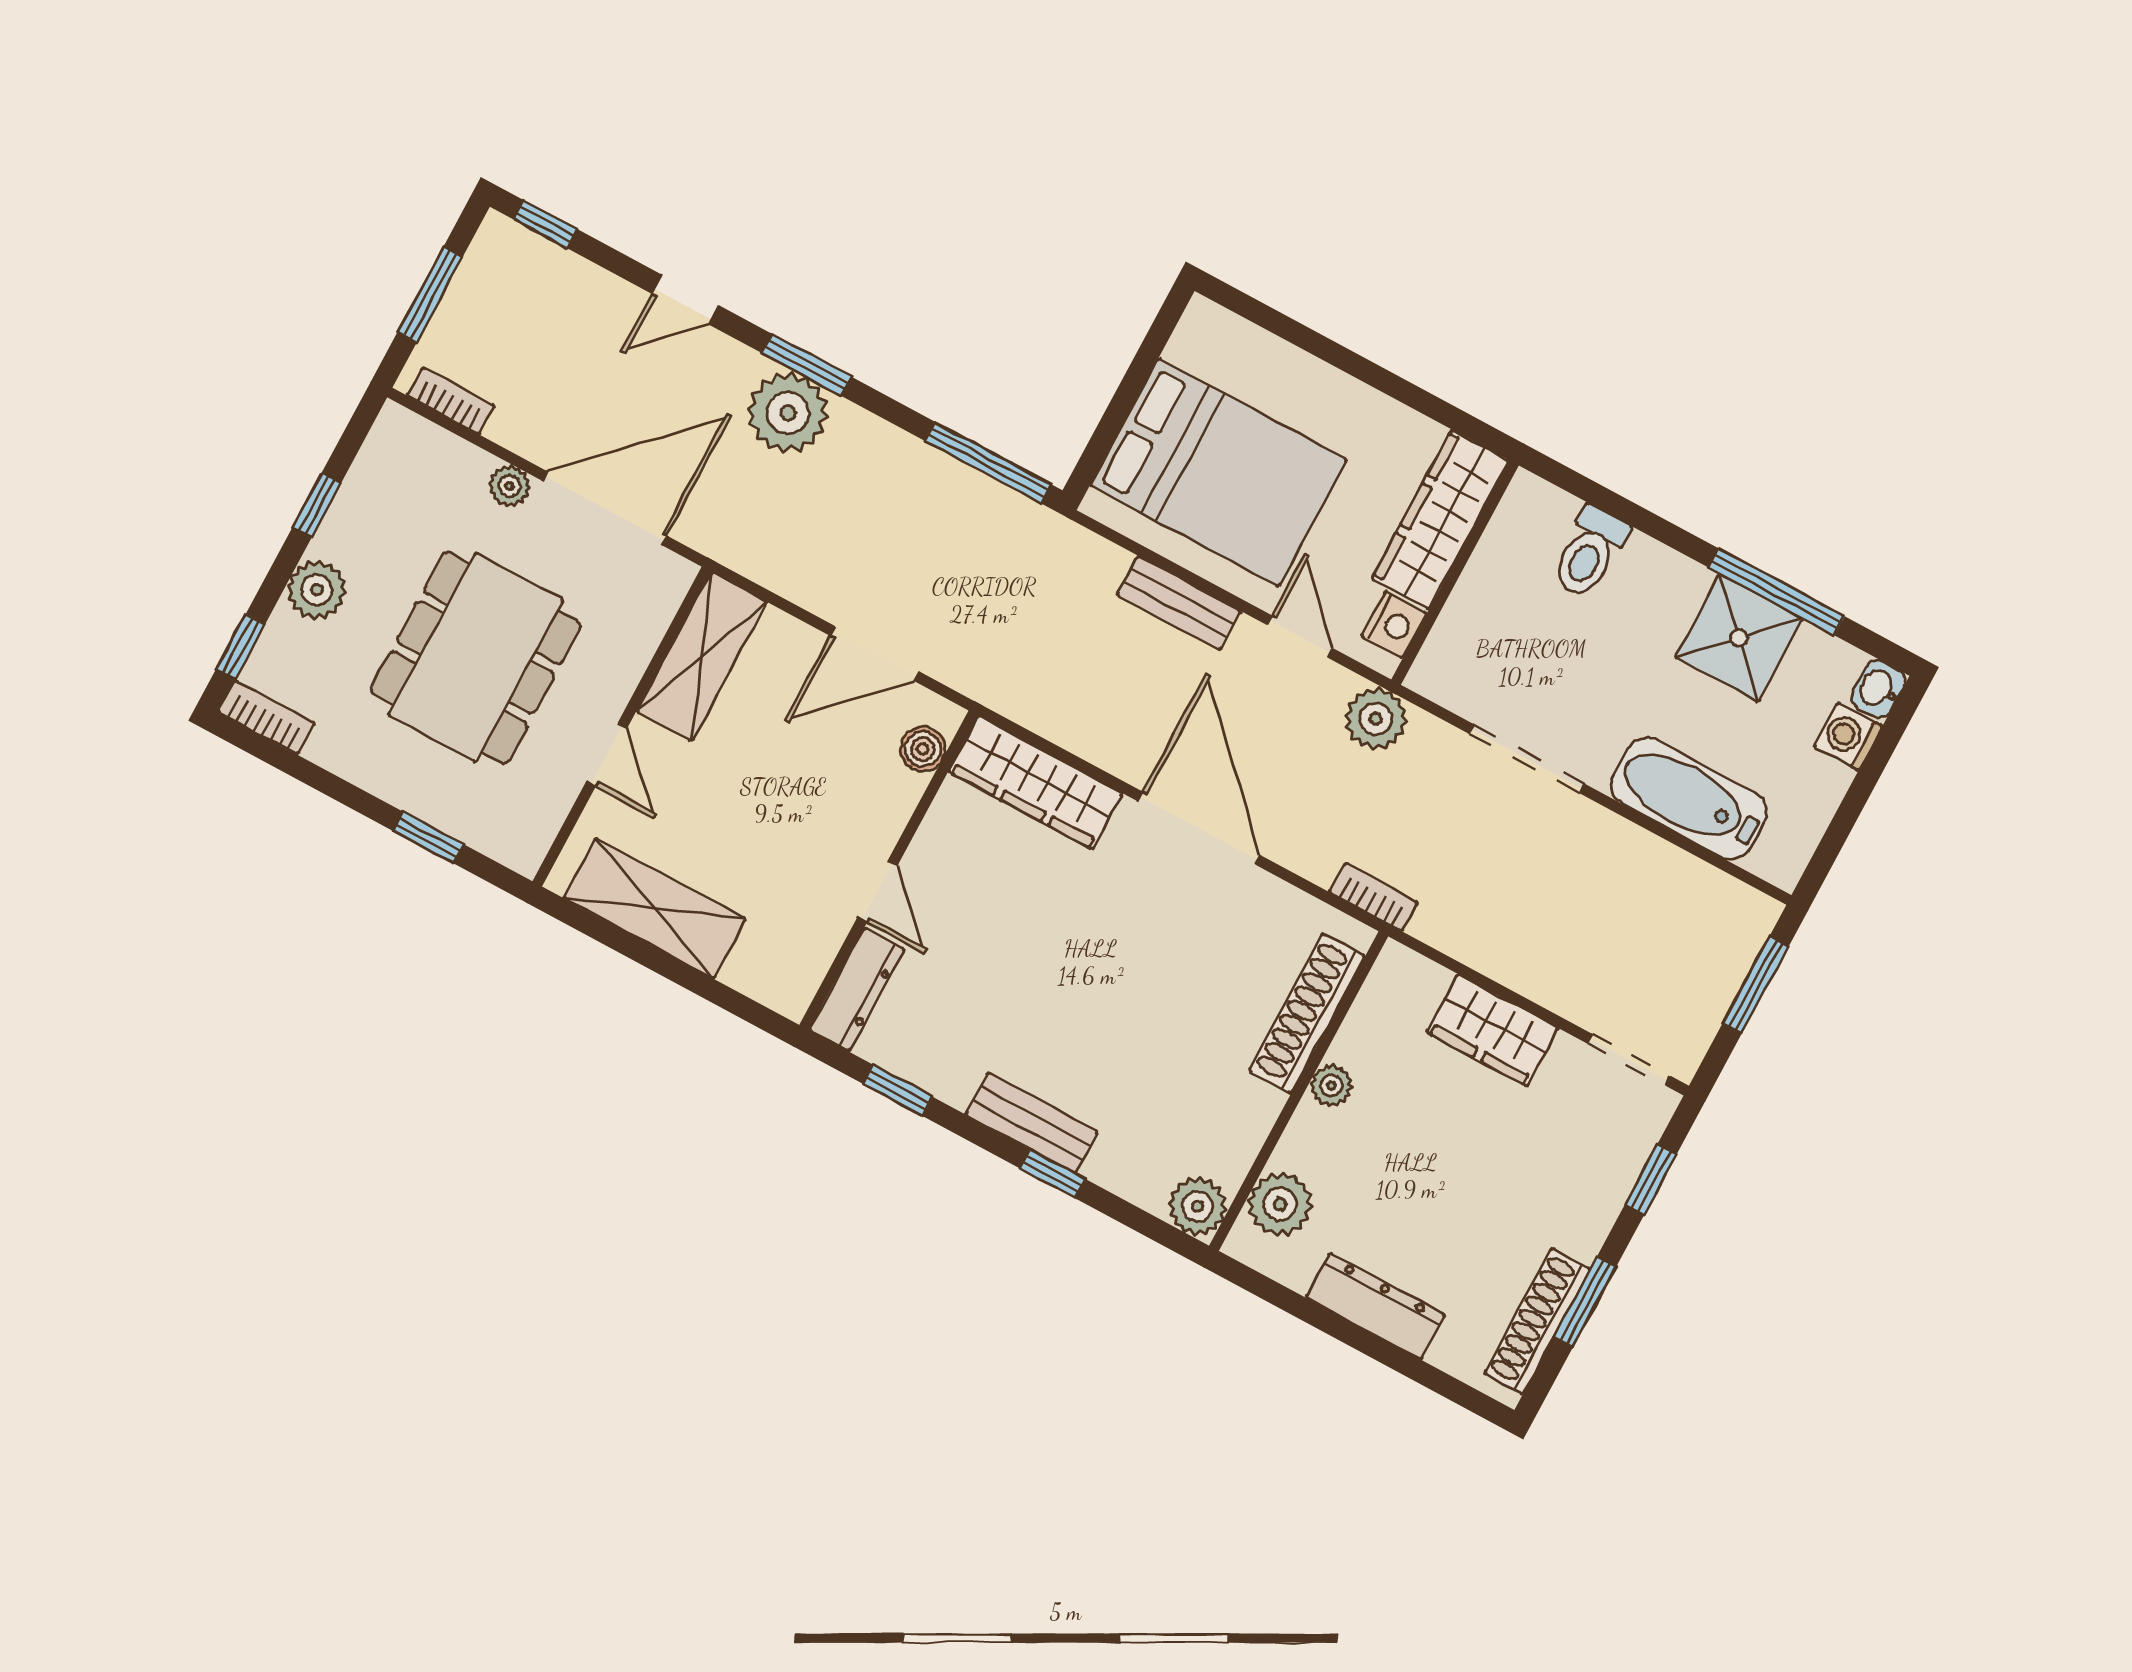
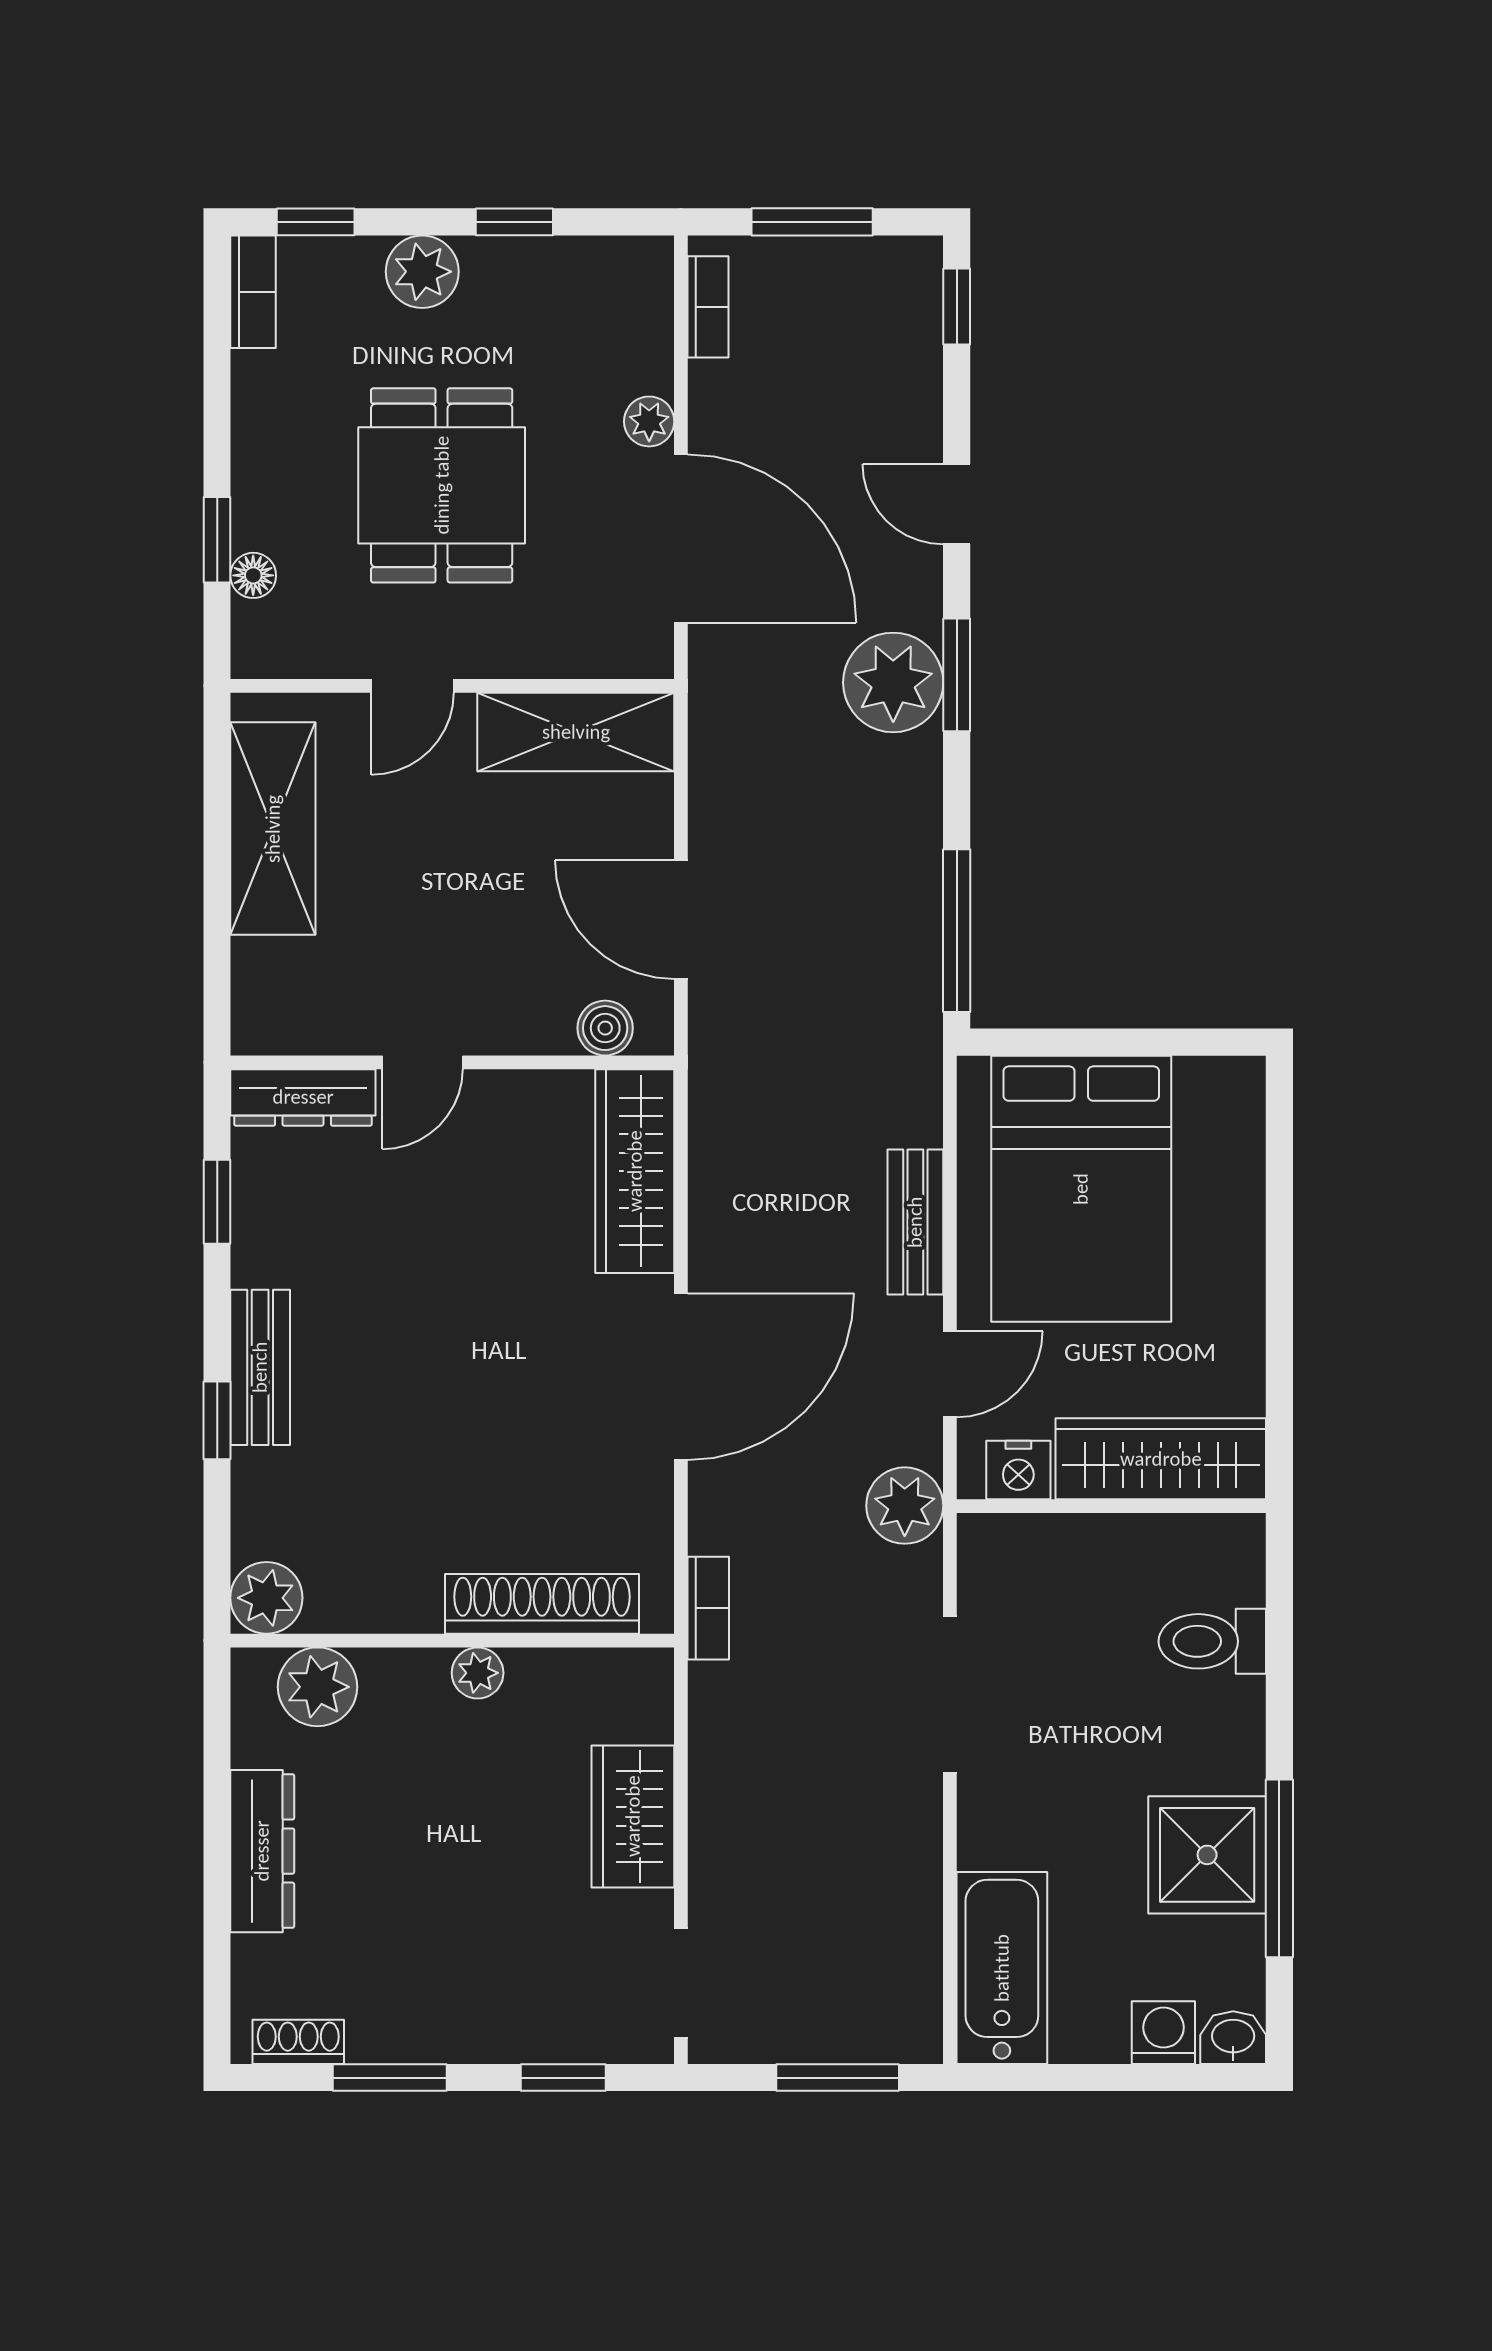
dining table: (476, 658) -> (442, 485), width x0.73
bathtub: (1689, 799) -> (1002, 1968), moved
floor lamp: (468, 826) -> (253, 575), added
shoe rack: (1537, 1321) -> (298, 2042), width x0.51, depth x0.81

